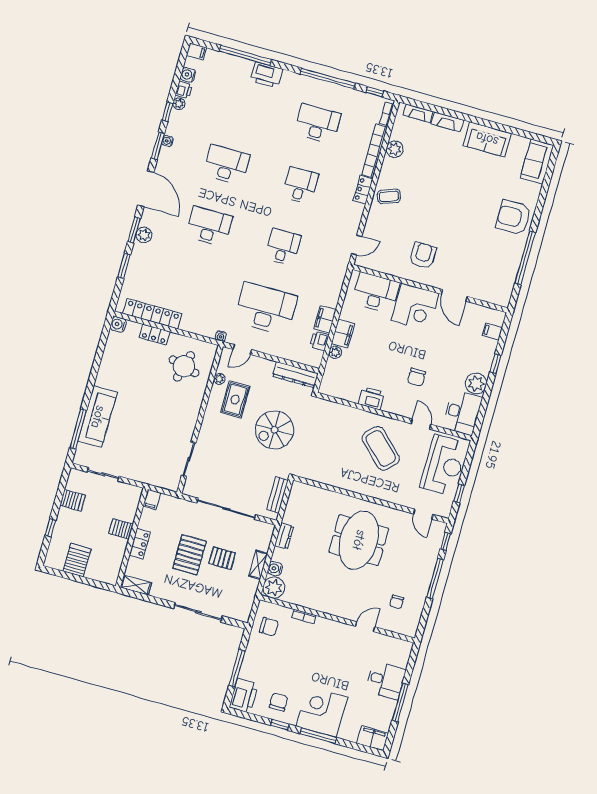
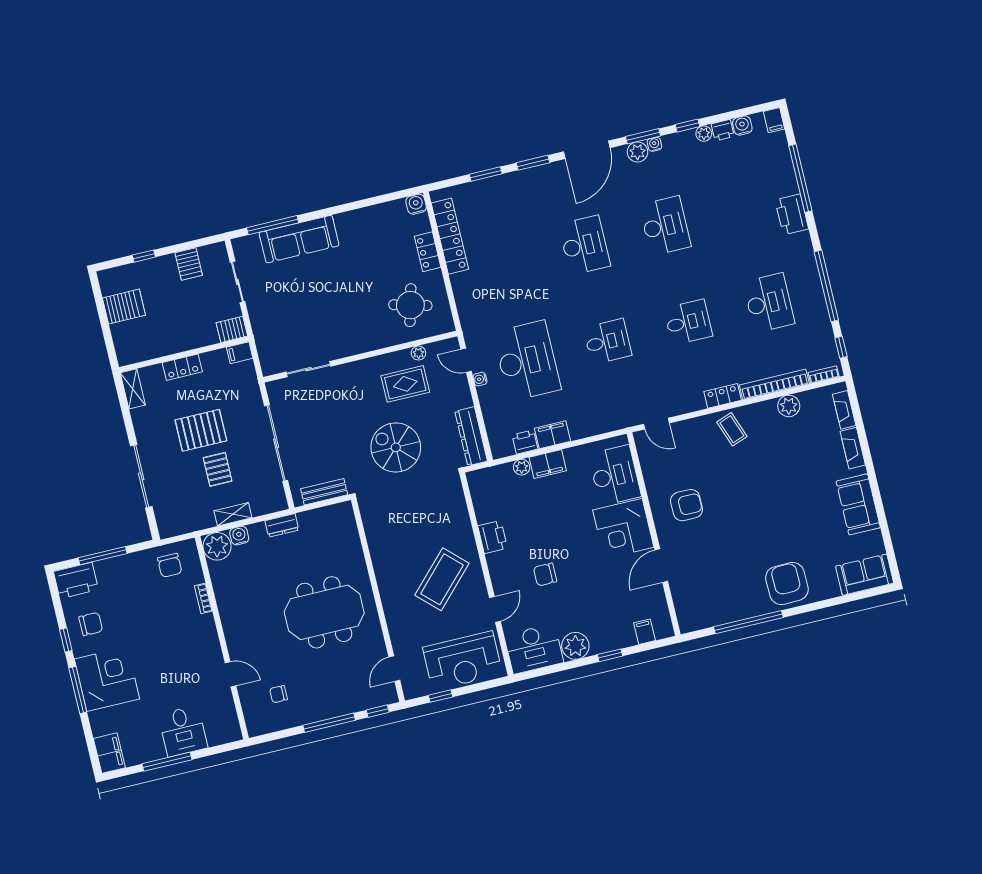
plant: (144, 235) -> (637, 152), moved
water cooler: (221, 336) -> (480, 379), moved
server rack: (121, 529) -> (232, 329), moved, turned -90

